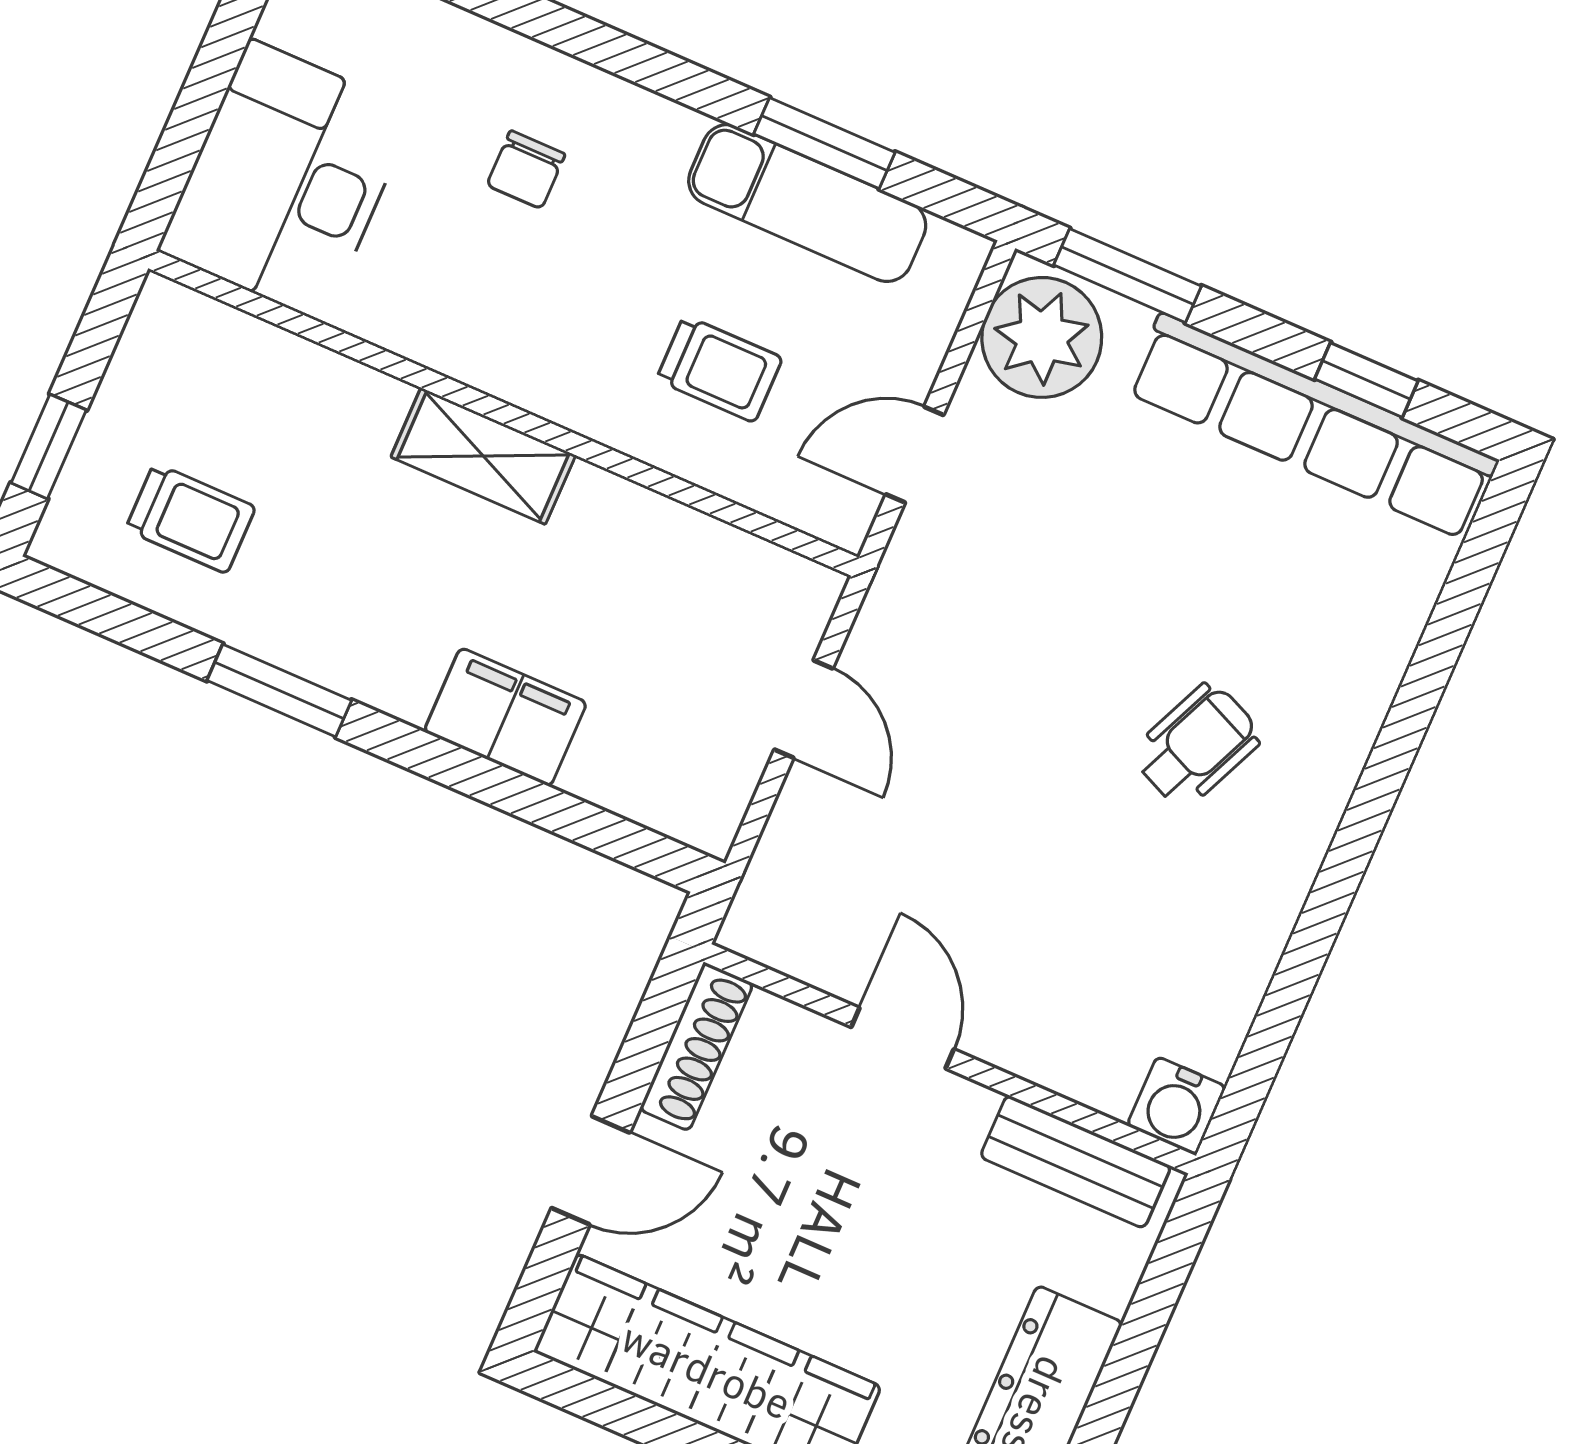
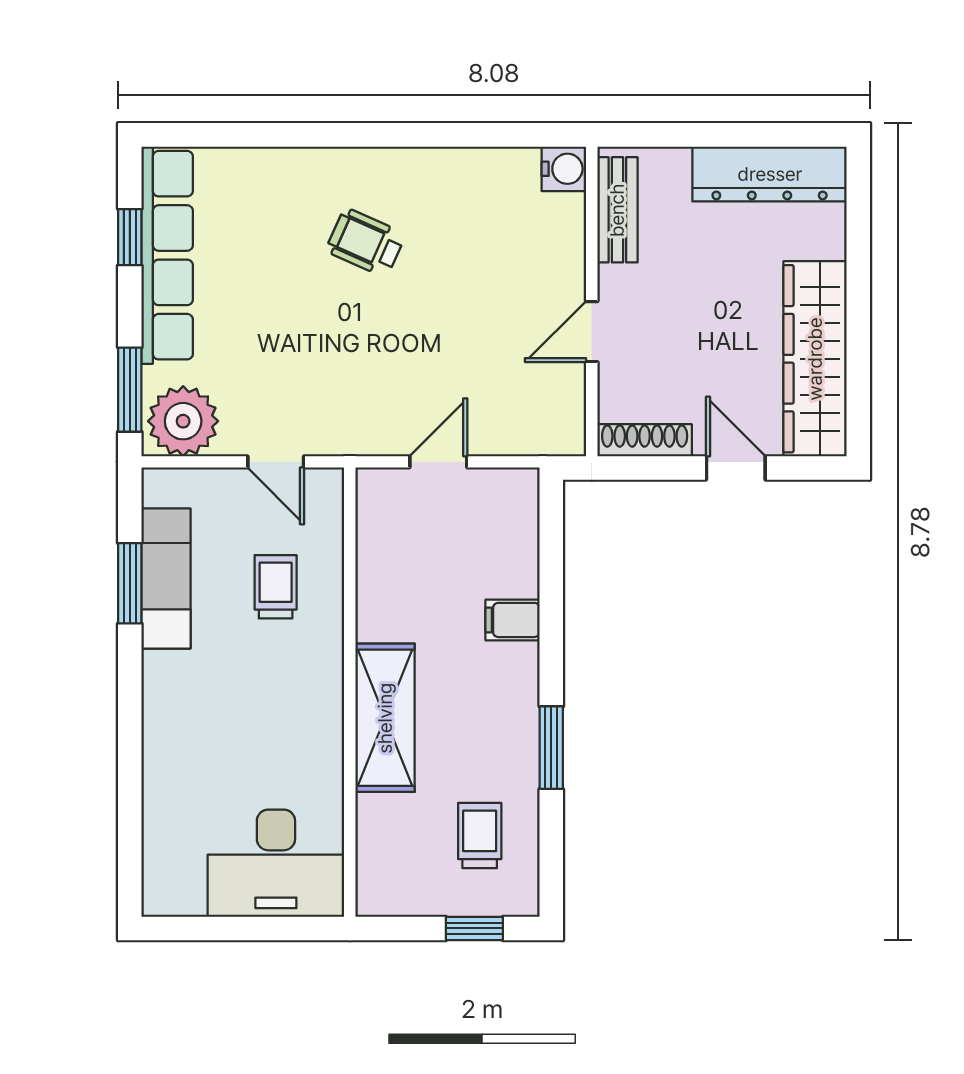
chair: (526, 170) -> (214, 737), removed
shelving: (483, 456) -> (385, 718), width x1.50, depth x1.33
filing cabinet: (505, 717) -> (513, 620), width x0.50

